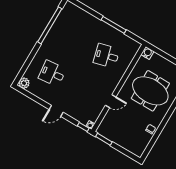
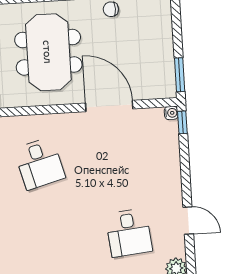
door: (111, 101) -> (109, 106), width x1.87
door: (56, 111) -> (188, 221), moved

